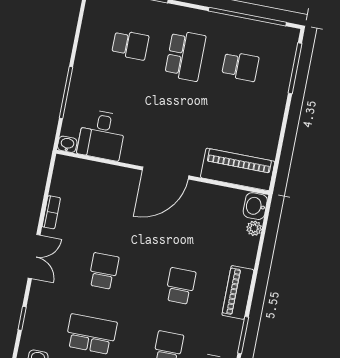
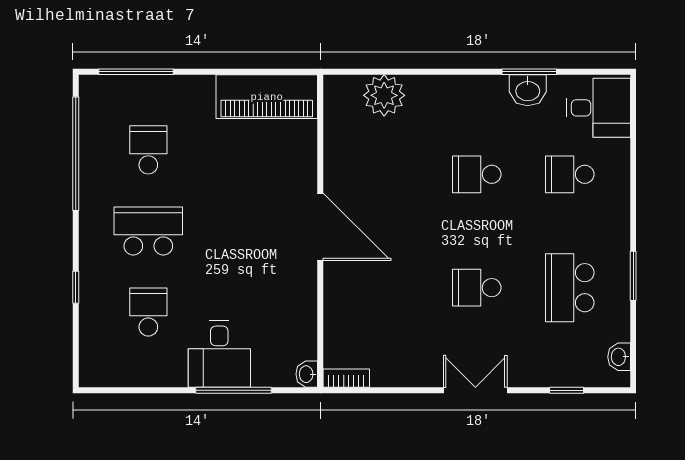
desk: (102, 135) -> (219, 354), moved, turned 90
piano: (238, 169) -> (267, 97), moved, turned -90
washbasin: (255, 206) -> (528, 90), moved
bookcase: (51, 212) -> (346, 378), moved
plant: (254, 228) -> (384, 95), width x1.87, depth x1.87
piano: (238, 292) -> (470, 91), removed

